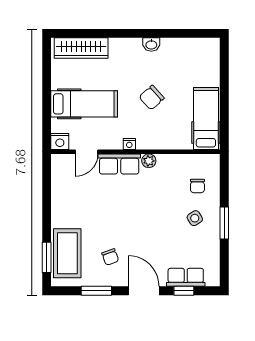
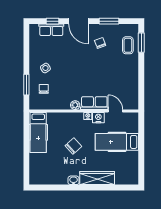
wardrobe: (81, 48) -> (97, 178), moved
nightstand: (60, 141) -> (98, 118), moved
door: (87, 152) -> (115, 111), hinge flipped
window: (224, 223) -> (26, 85), moved
coffee table: (67, 253) -> (128, 45), width x0.54, depth x0.58

